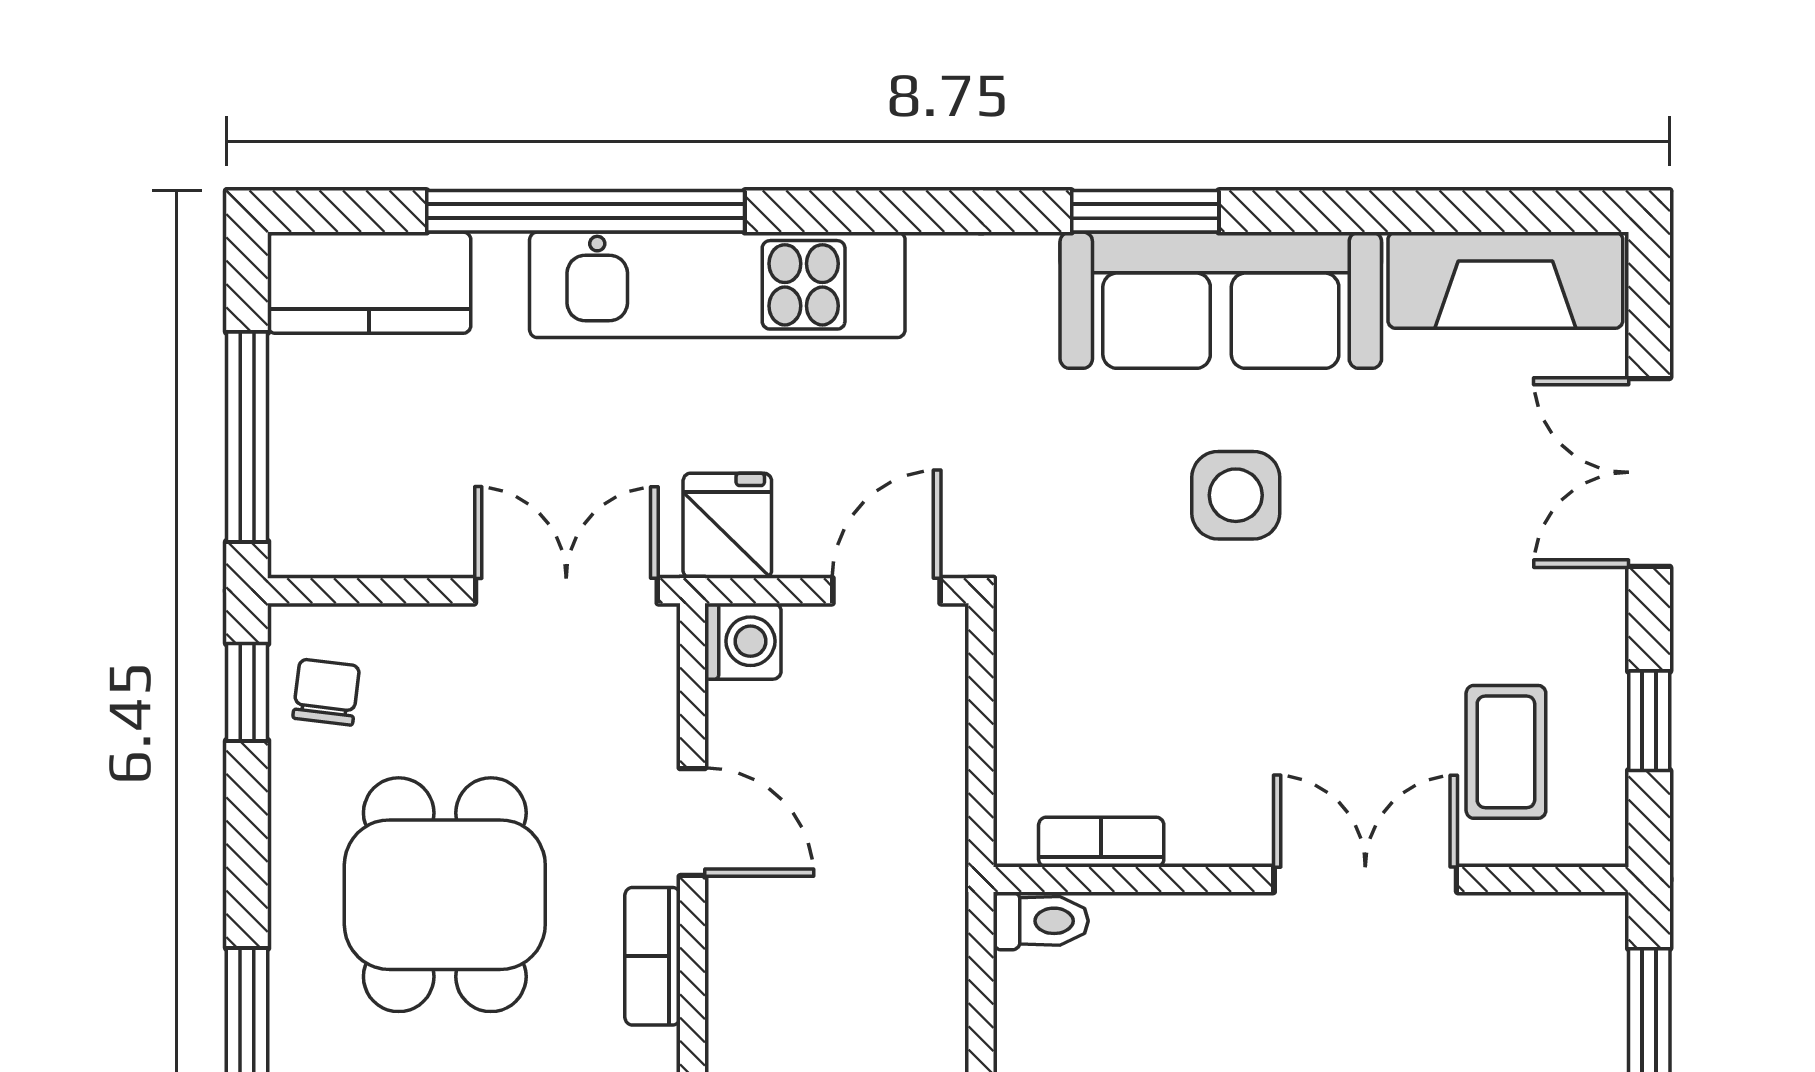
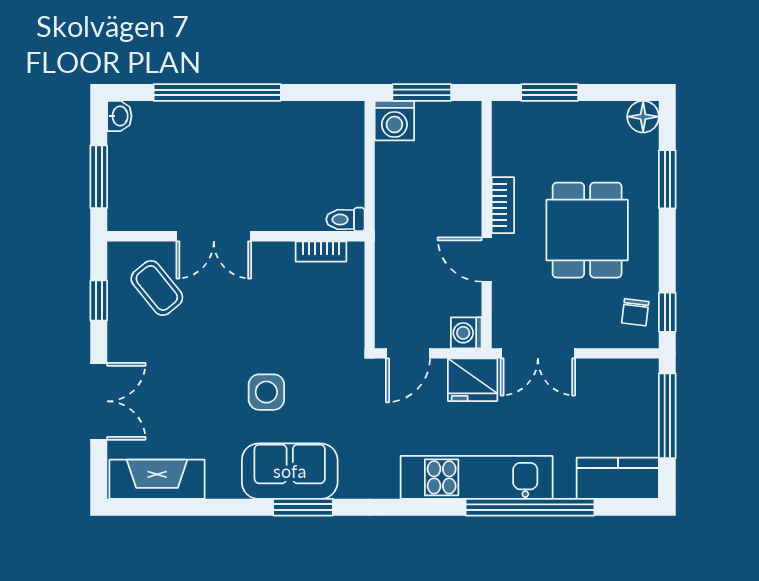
sofa: (1221, 300) -> (290, 471), width x0.73
fridge: (727, 526) -> (473, 380), width x1.38
coffee table: (1506, 752) -> (157, 288), turned -39

